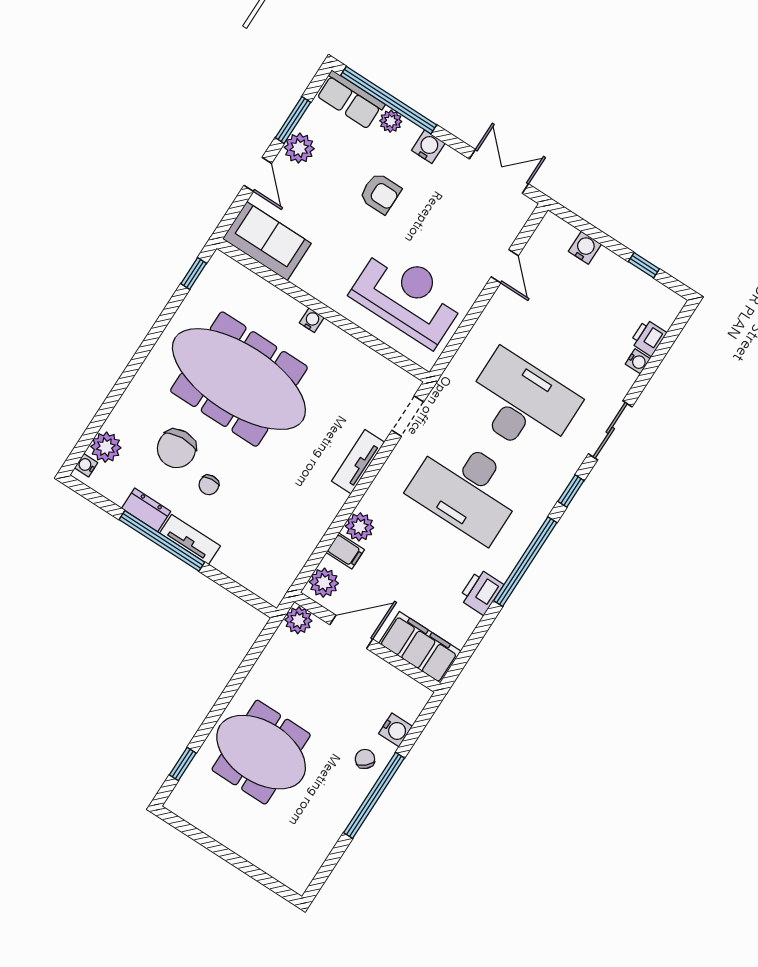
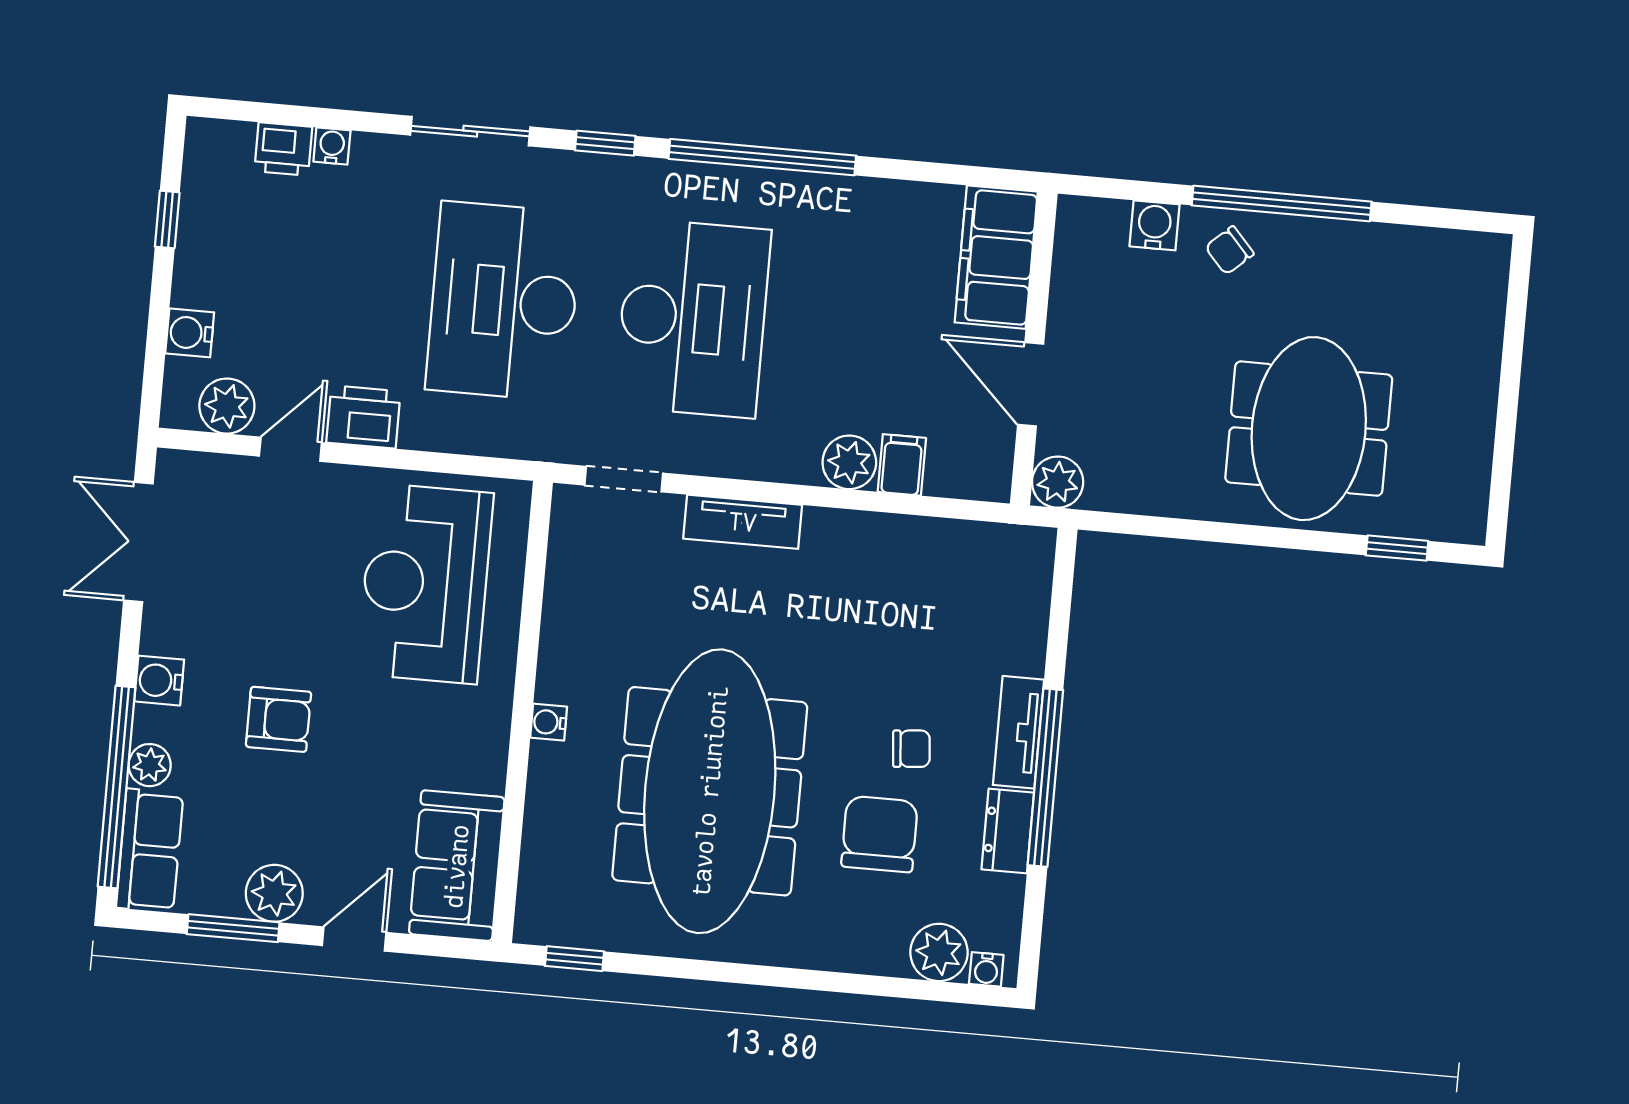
armchair: (380, 193) -> (279, 719), turned 90
chair: (177, 449) -> (880, 834), turned -86
plant: (324, 583) -> (227, 406), moved
printer: (481, 592) -> (363, 417), moved, turned 180

